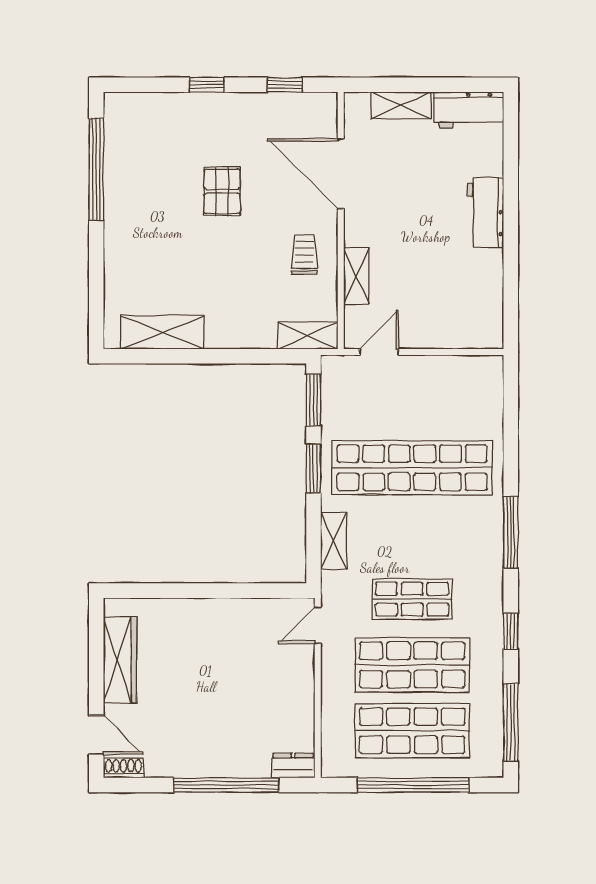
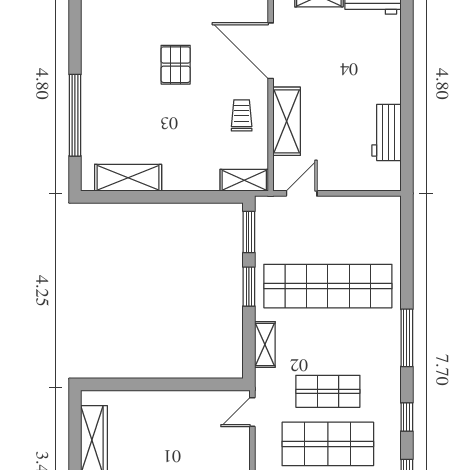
window: (96, 169) -> (75, 115), moved
workbench: (485, 212) -> (387, 132), moved
shelving: (356, 276) -> (287, 121), width x1.50, depth x1.33

